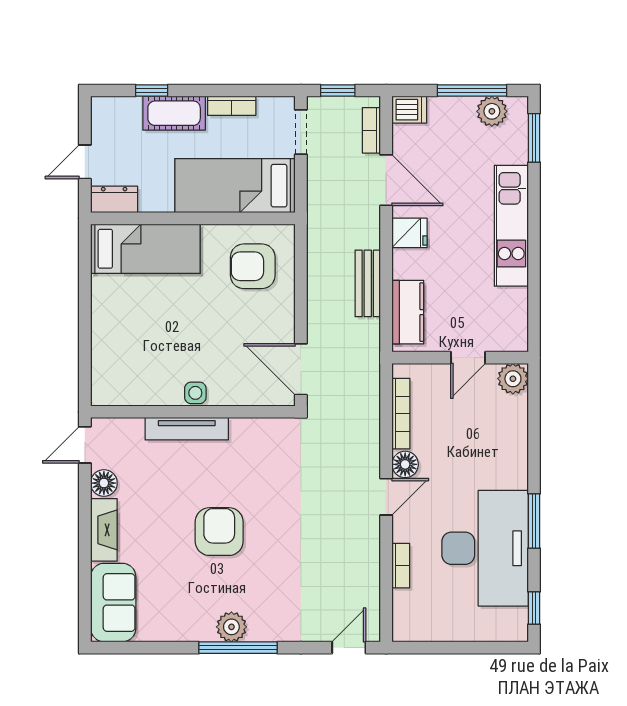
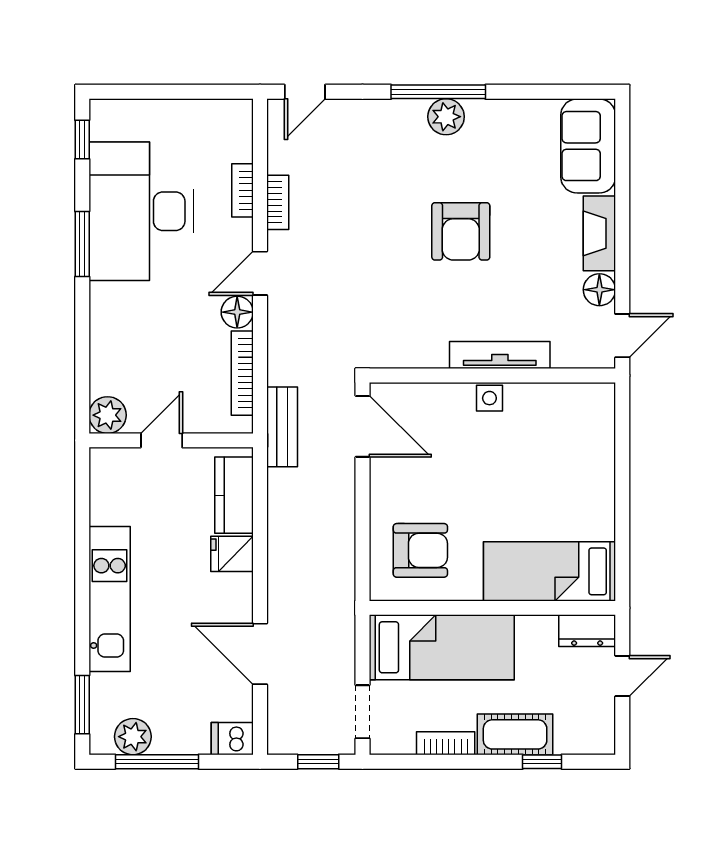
bookcase: (371, 130) -> (278, 202), moved
fridge: (409, 233) -> (232, 554), moved
bench: (368, 283) -> (282, 427), moved

